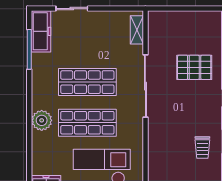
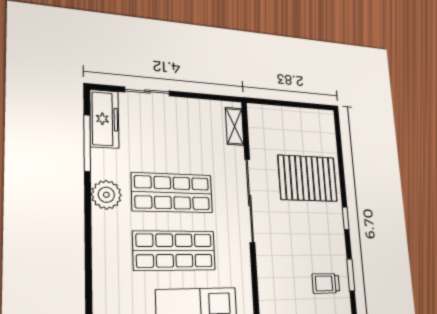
pallet: (194, 67) -> (308, 178), width x1.37, depth x1.41
plant: (42, 120) -> (106, 195), moved
trolley: (202, 148) -> (326, 283), turned 90

